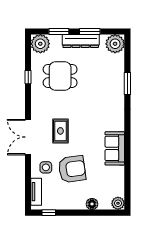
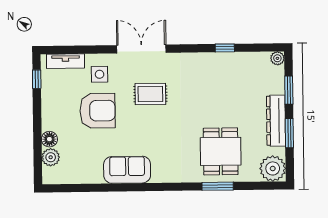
plant: (40, 44) -> (277, 58), width x0.53, depth x0.53
dining table: (60, 76) -> (221, 151), moved
armchair: (72, 169) -> (98, 111), turned -82
plant: (118, 203) -> (51, 157), moved

